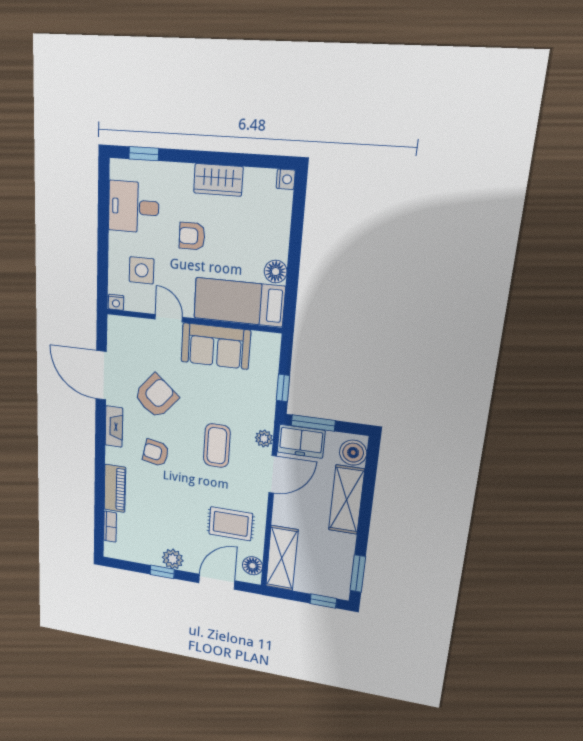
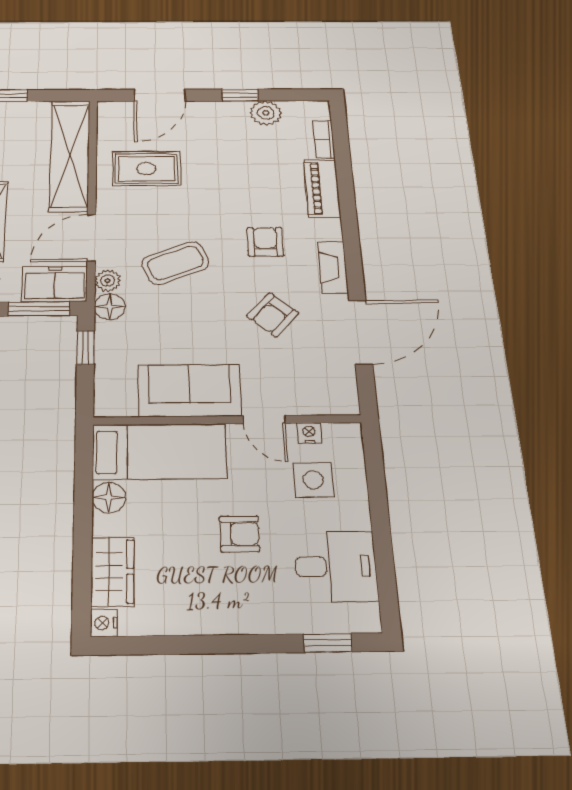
wardrobe: (218, 180) -> (112, 572), moved, turned 90
nightstand: (116, 302) -> (309, 433), moved
door: (101, 375) -> (361, 332), hinge flipped
armchair: (156, 396) -> (273, 315), width x0.72, depth x0.72
coffee table: (217, 446) -> (175, 263), turned 68
armchair: (156, 453) -> (265, 242), turned -101
shelving: (282, 558) -> (70, 155), width x1.47
plant: (173, 559) -> (266, 113), moved
floor lamp: (252, 566) -> (110, 307), moved

